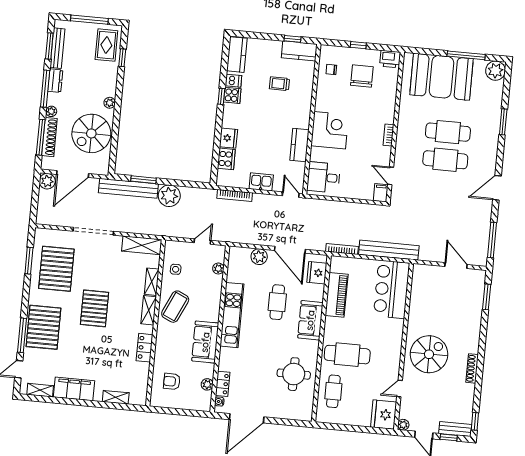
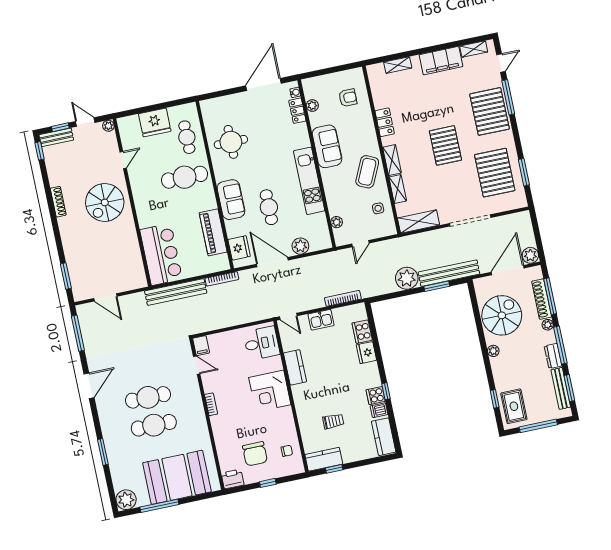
fridge: (384, 415) -> (155, 122), moved, turned 90

